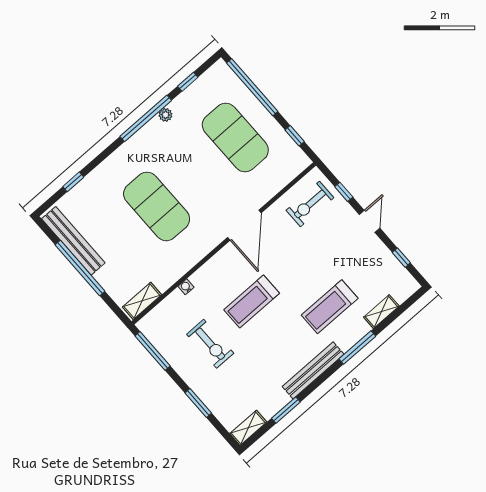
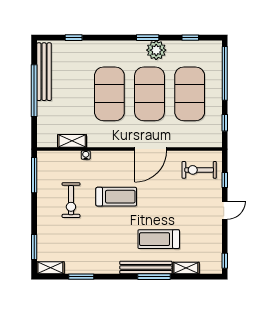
plant: (166, 115) -> (156, 50), width x1.87, depth x1.87
window: (146, 118) -> (148, 38), width x0.47
exercise mat: (196, 172) -> (150, 94), added
window: (401, 258) -> (225, 261), moved
shelving: (142, 301) -> (72, 141), moved
treadmill: (252, 301) -> (116, 197), turned 180
bench: (313, 370) -> (146, 267), moved
window: (198, 403) -> (34, 247), moved

